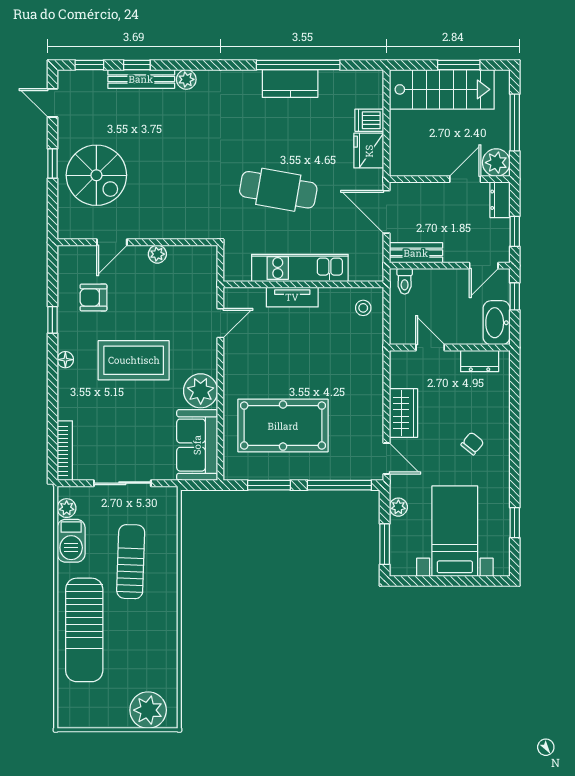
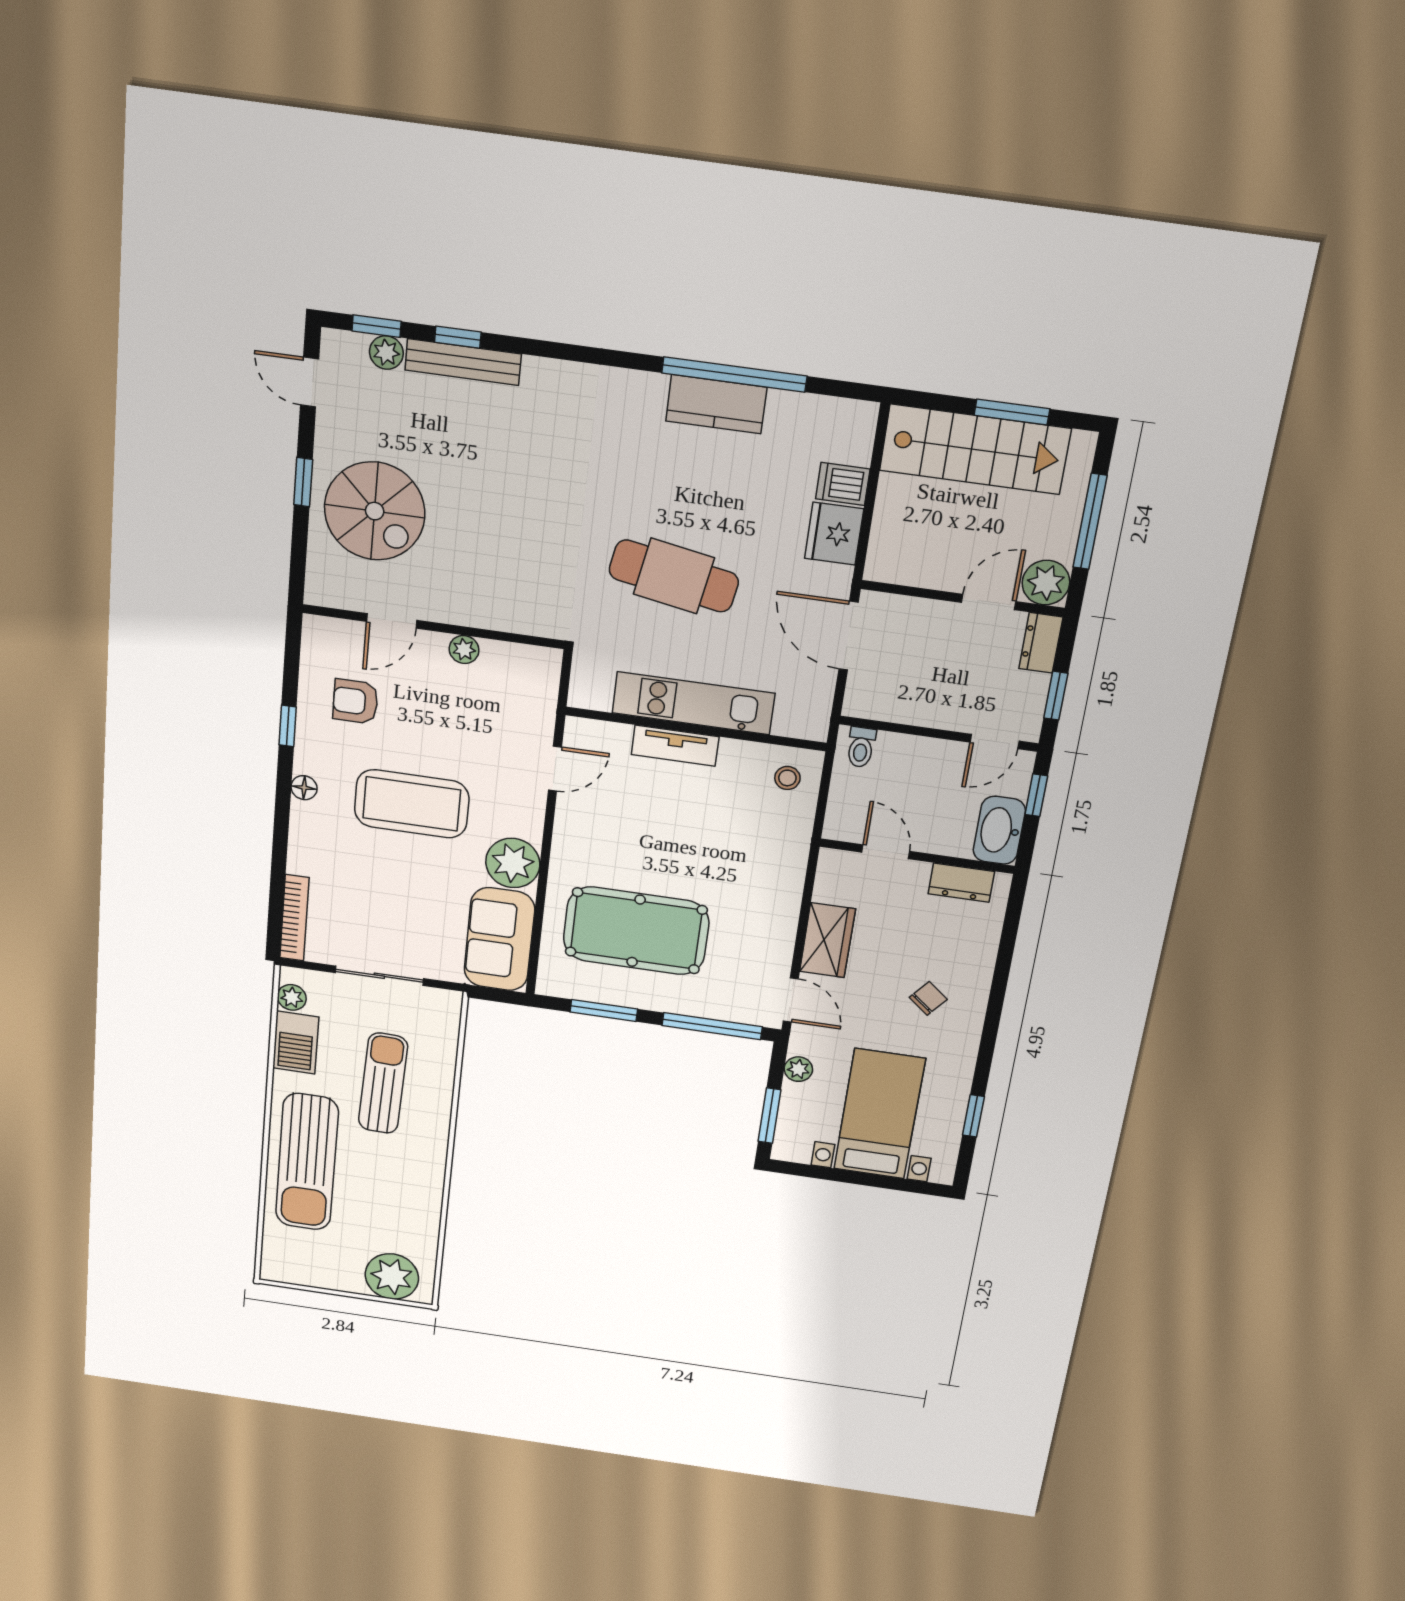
plant: (186, 79) -> (386, 352), moved
bench: (416, 253) -> (887, 706), removed

